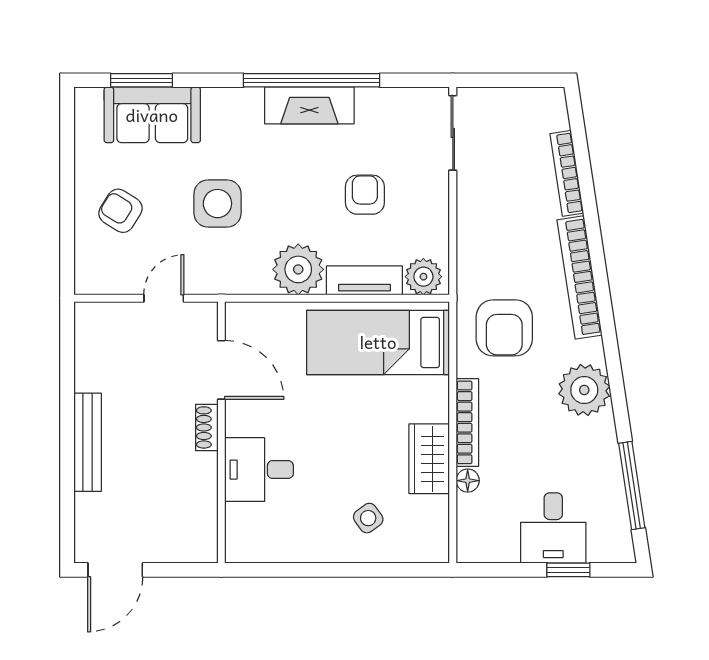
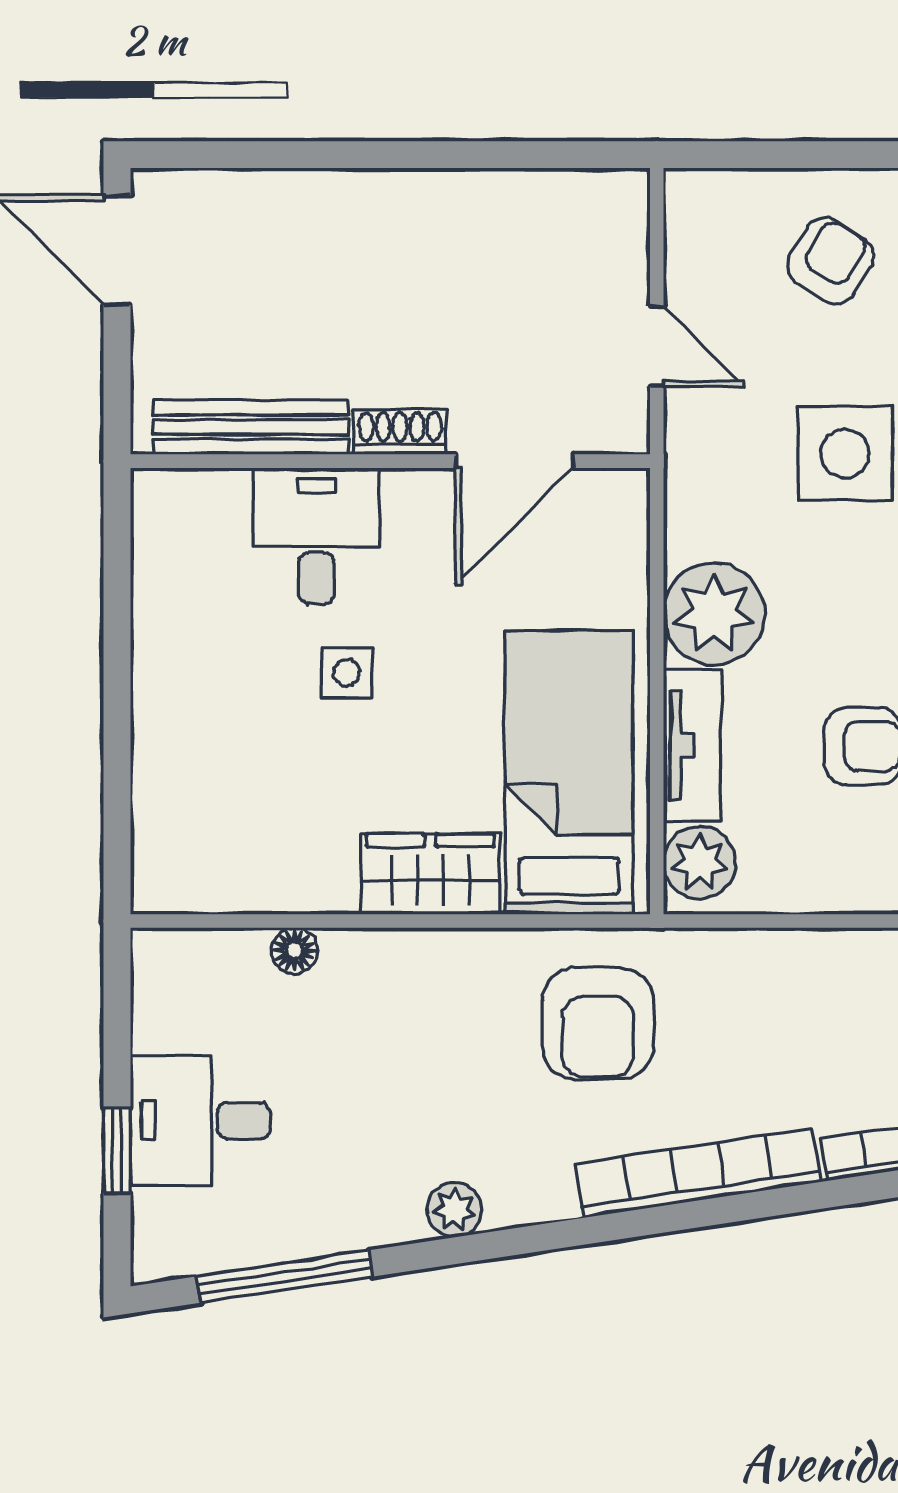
armchair: (504, 328) -> (598, 1023), turned -90
plant: (584, 390) -> (454, 1210), width x0.53, depth x0.53
bookcase: (467, 422) -> (410, 950), removed
bench: (88, 442) -> (251, 427), moved
wardrobe: (429, 459) -> (430, 874), moved
side table: (368, 518) -> (347, 673), moved, turned 37

